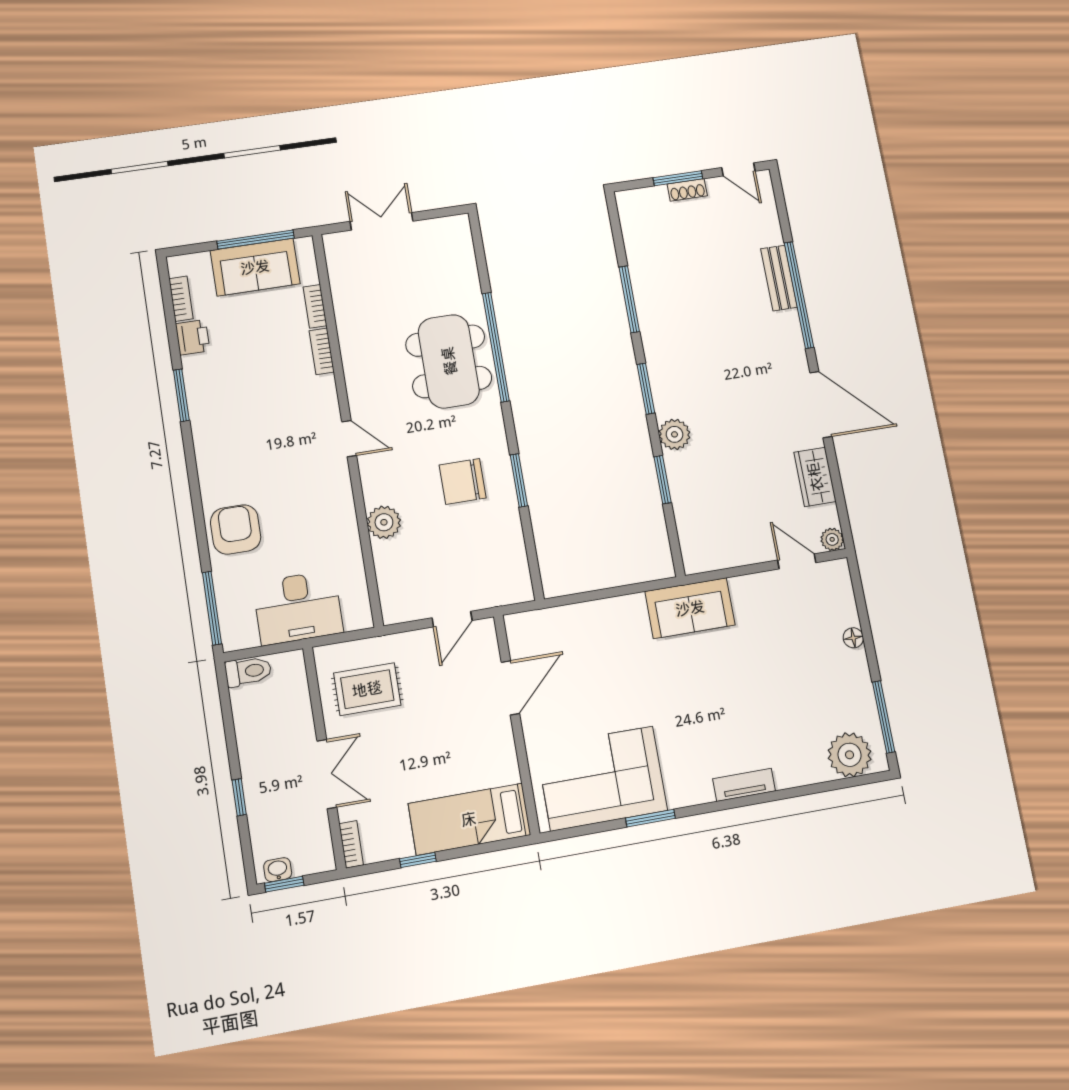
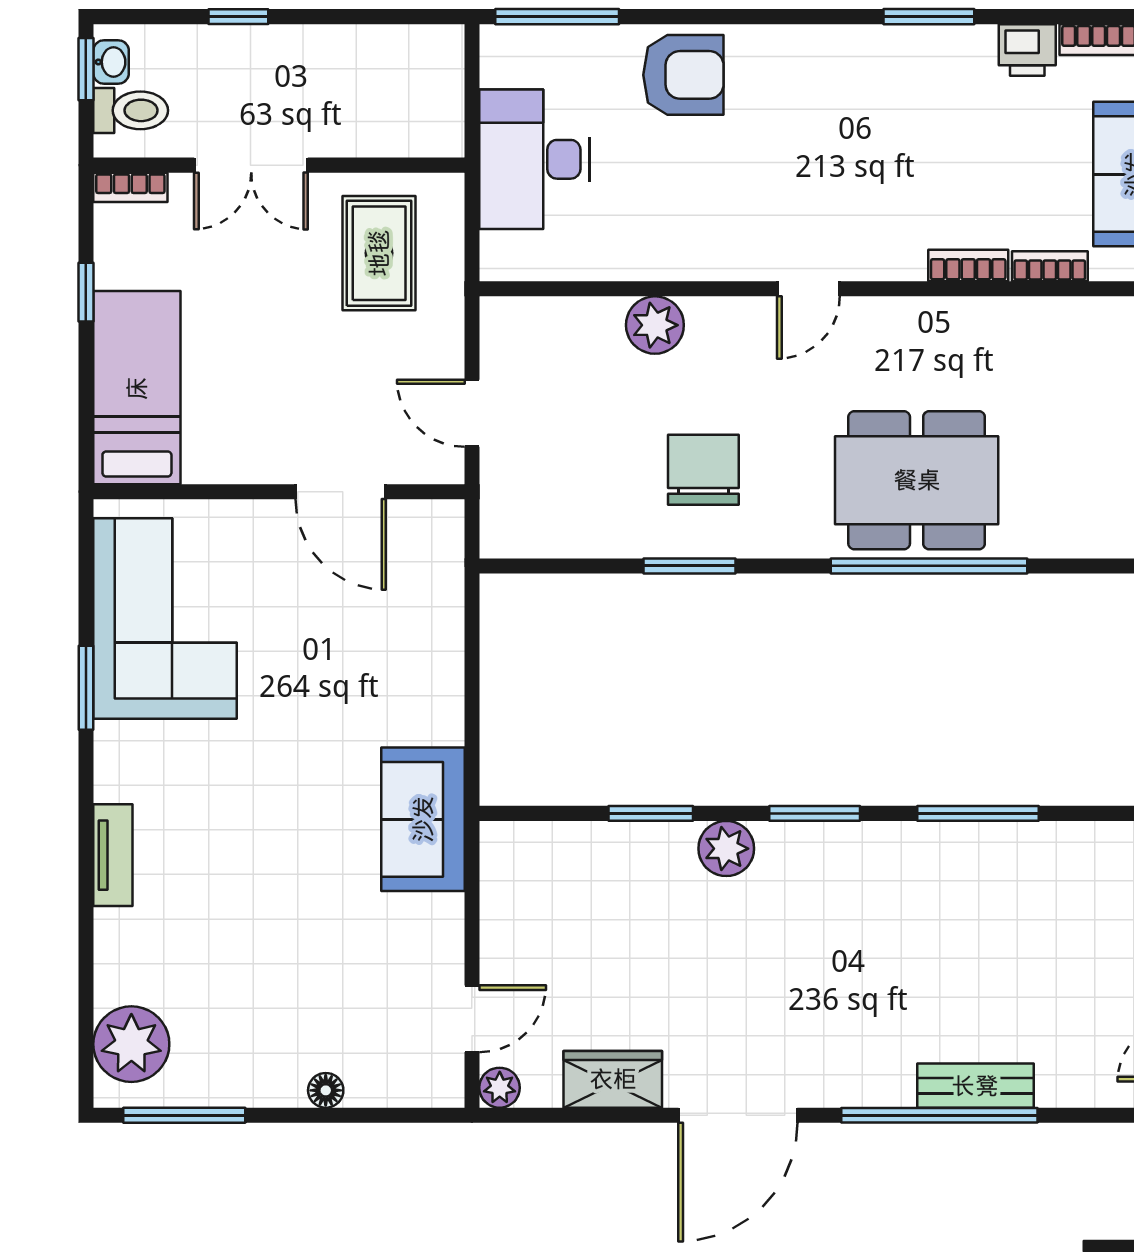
toilet: (248, 671) -> (131, 110), moved, turned -90

